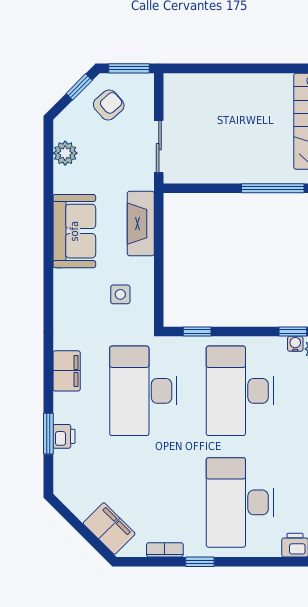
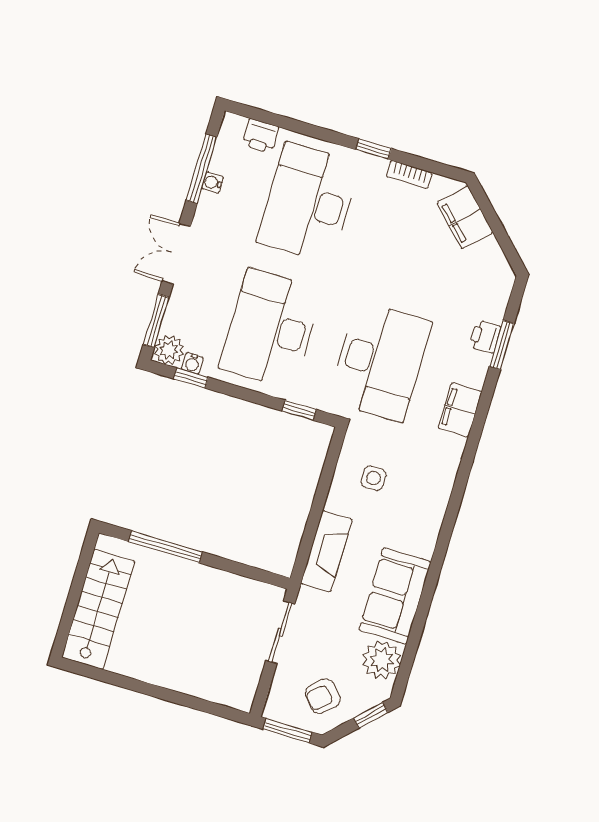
window: (79, 87) -> (371, 715), moved
plant: (65, 153) -> (382, 660), width x1.36, depth x1.36
sofa: (74, 231) -> (395, 596), moved
desk: (240, 391) -> (271, 329), turned 180
desk: (240, 502) -> (308, 203), turned 180

